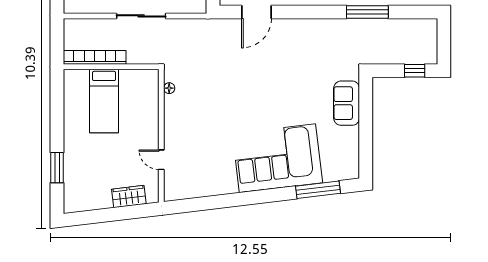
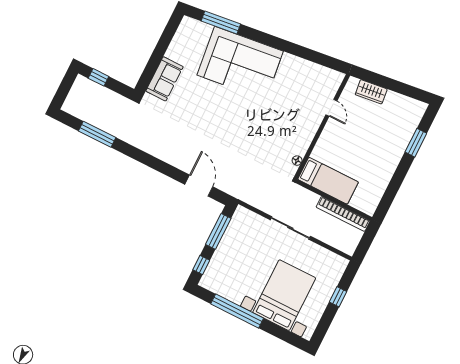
door: (257, 12) -> (199, 186), hinge flipped
window: (367, 12) -> (97, 134), moved
bed: (104, 101) -> (328, 181), moved, turned 90

